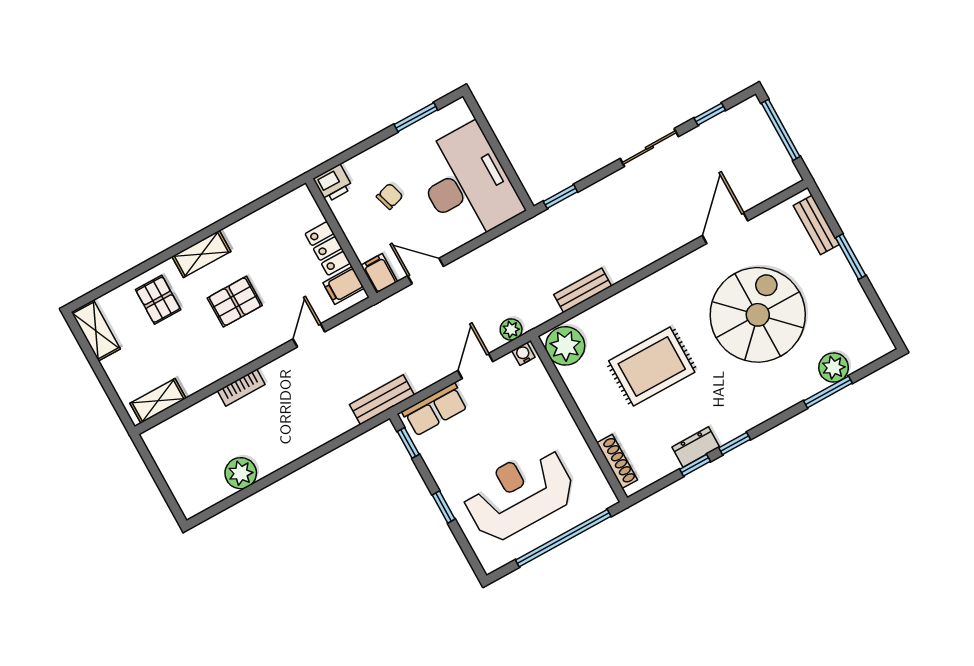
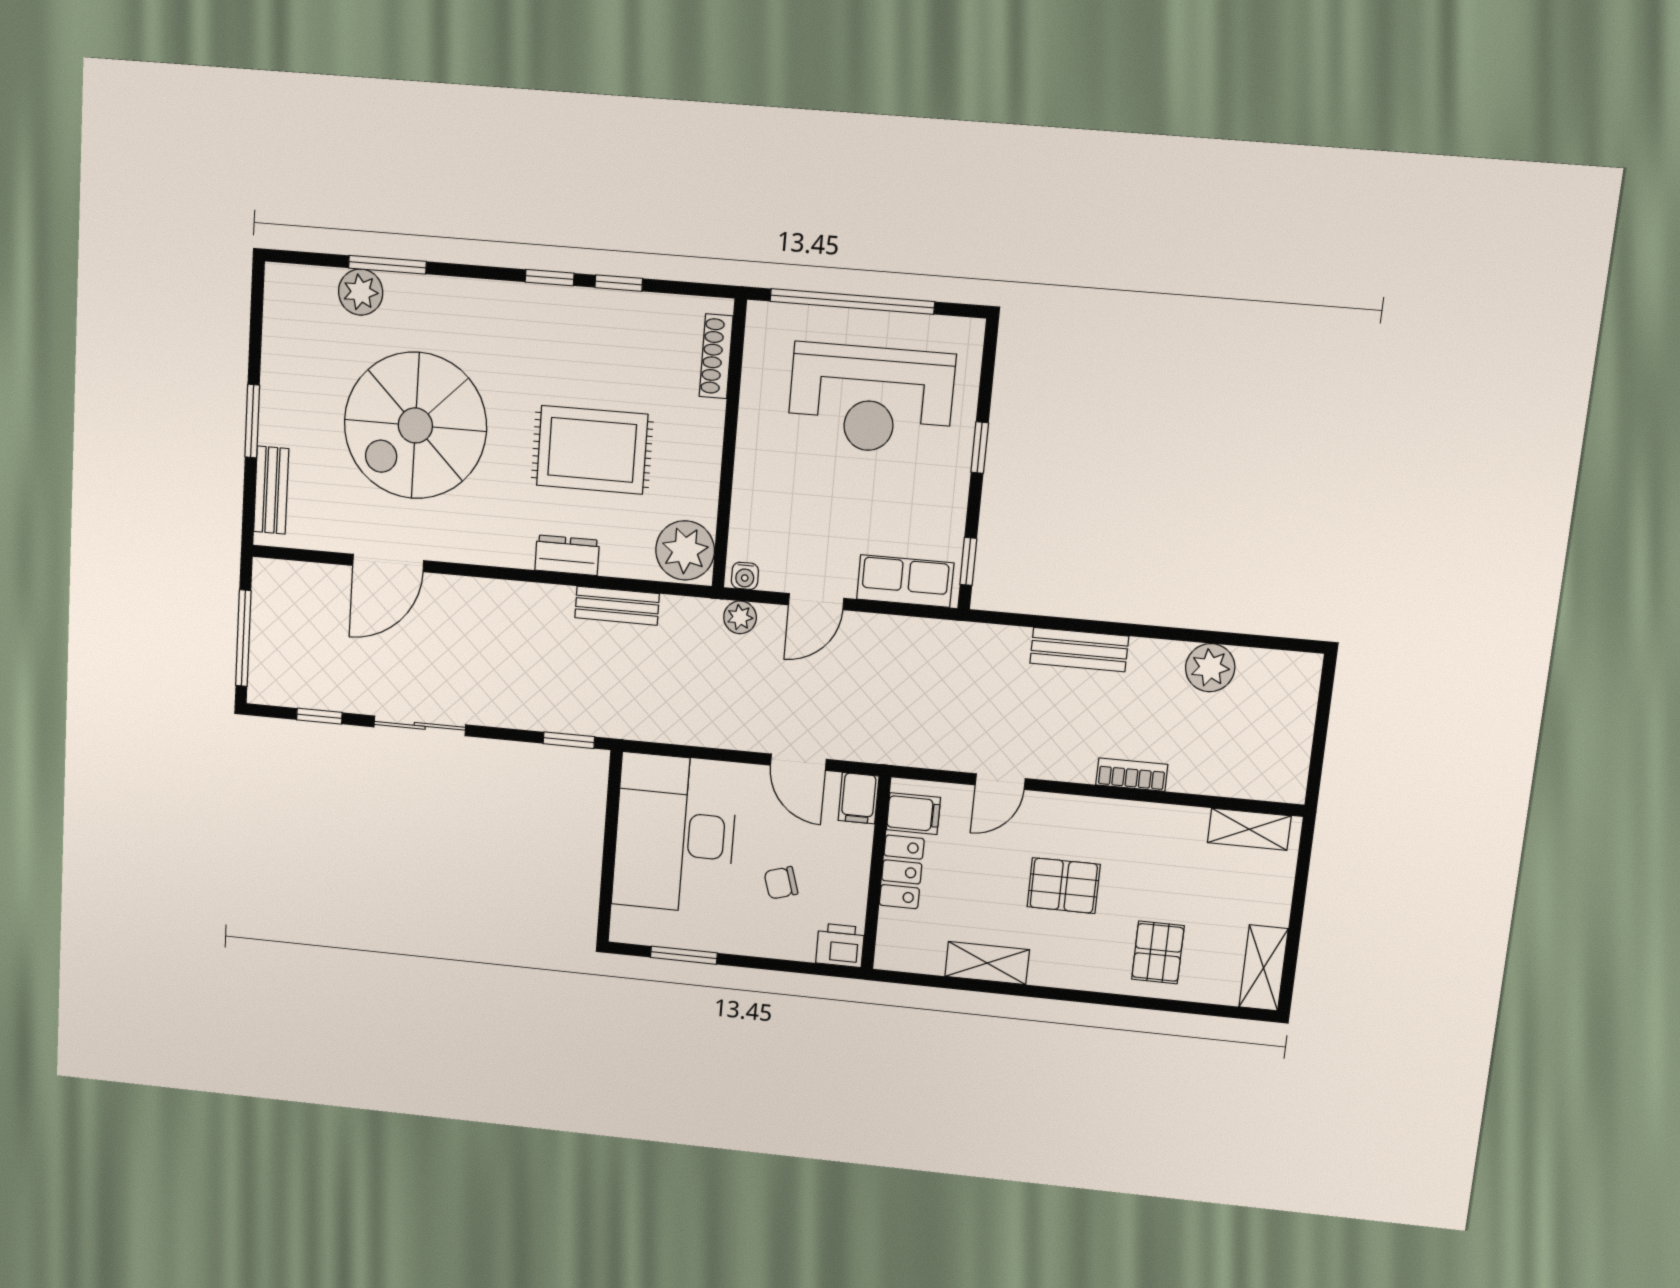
shelving: (201, 254) -> (987, 963), moved
bench: (382, 400) -> (1079, 650), moved
dresser: (696, 447) -> (567, 555), moved, turned 180

